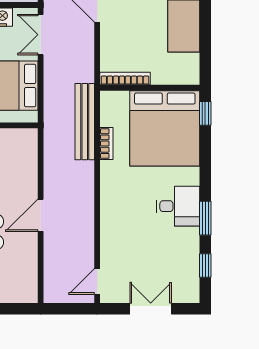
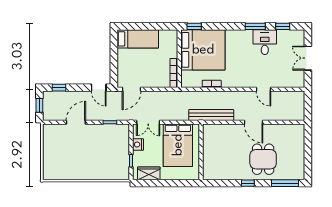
bench: (85, 122) -> (211, 115), moved
desk: (178, 206) -> (265, 42), moved
door: (97, 281) -> (264, 89), moved

